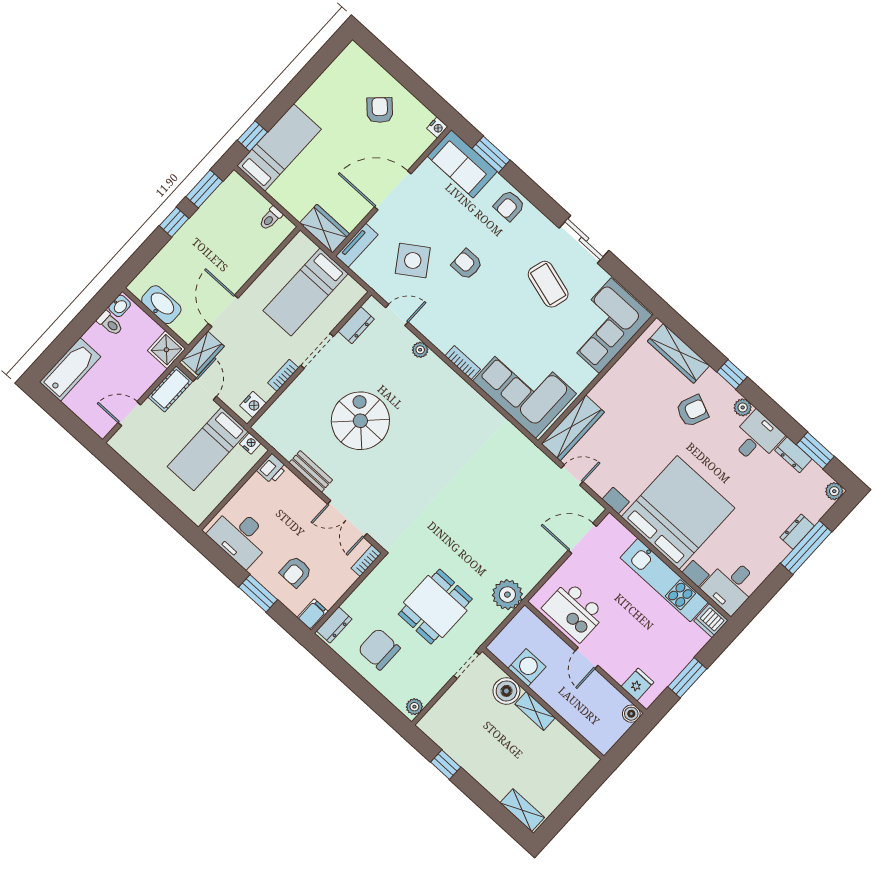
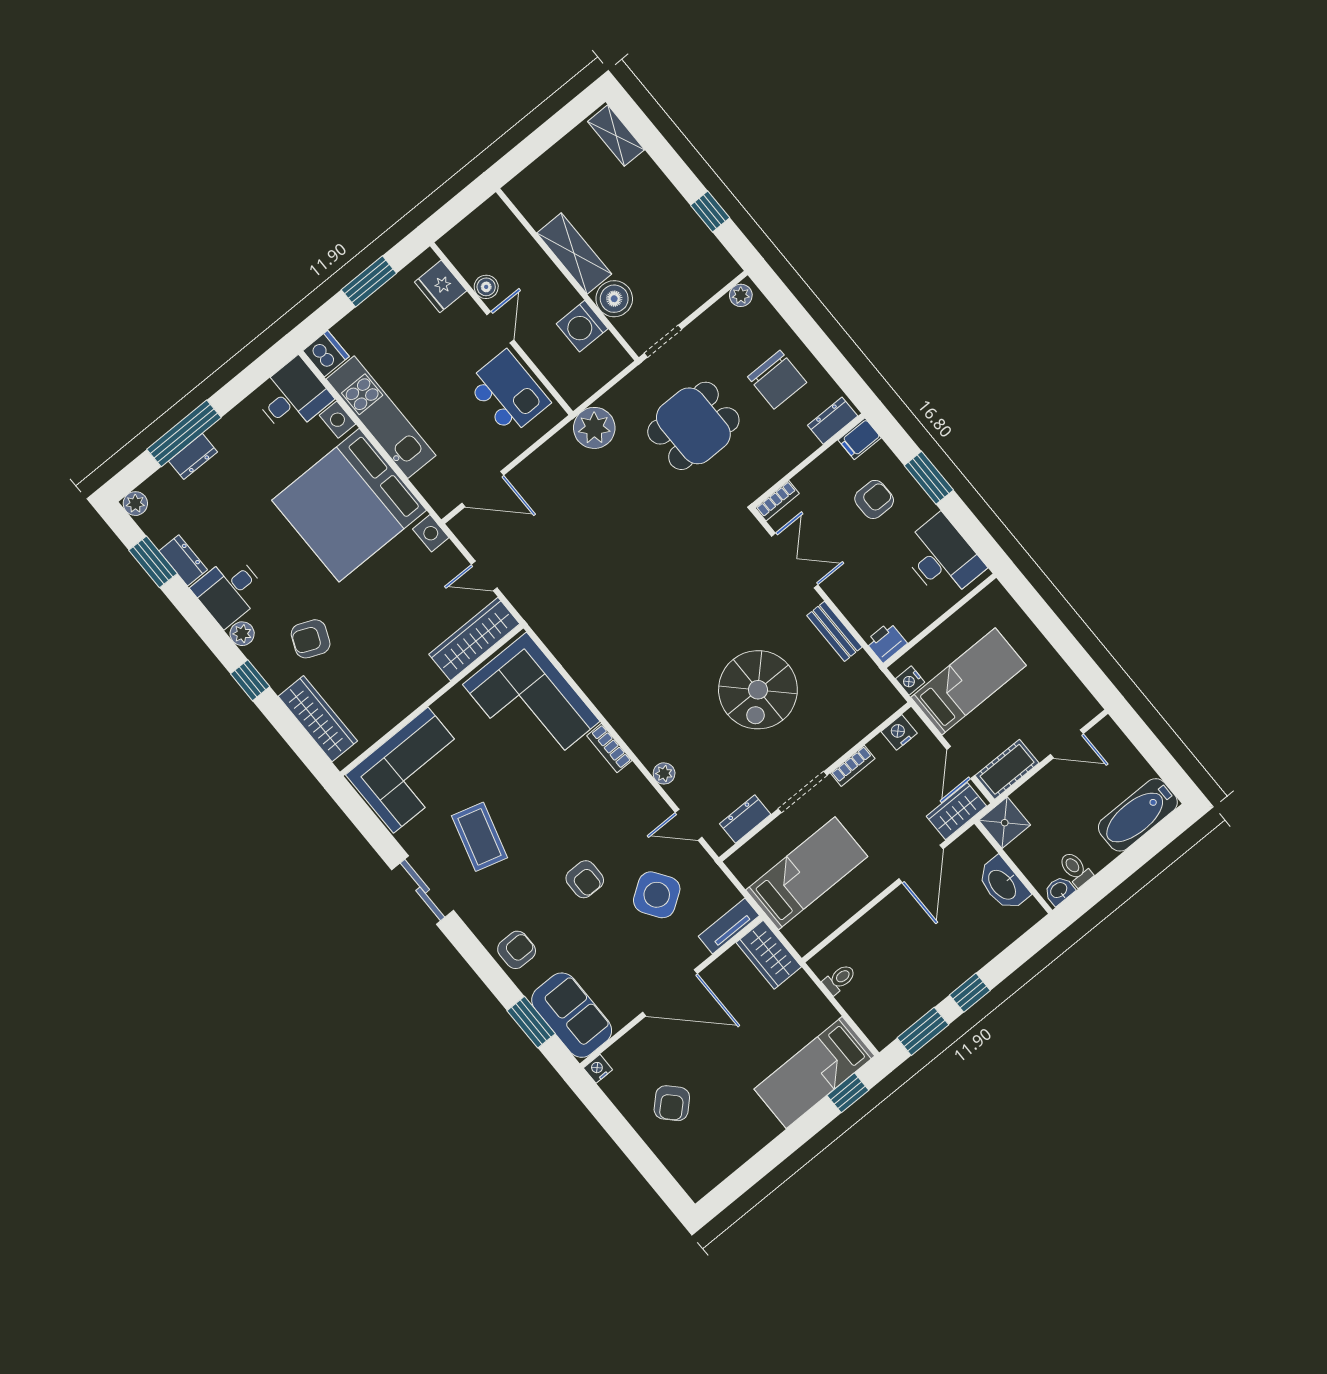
fridge: (637, 684) -> (441, 286), width x1.38
shelving: (535, 711) -> (574, 253), width x1.50, depth x1.33
boiler: (631, 714) -> (486, 287), moved

